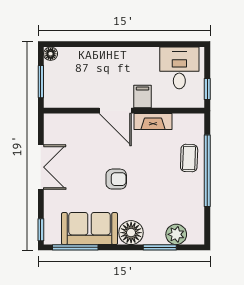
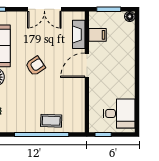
filing cabinet: (143, 97) -> (98, 35), moved
fireplace: (153, 122) -> (79, 34), moved
armchair: (116, 179) -> (35, 66), turned -124

